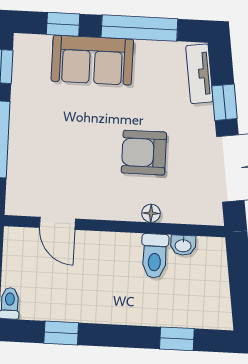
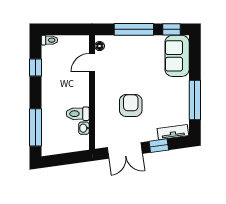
window: (63, 24) -> (195, 60), removed
sofa: (92, 60) -> (177, 56), moved
floor lamp: (151, 213) -> (100, 46), moved
window: (177, 339) -> (35, 127), width x2.17

